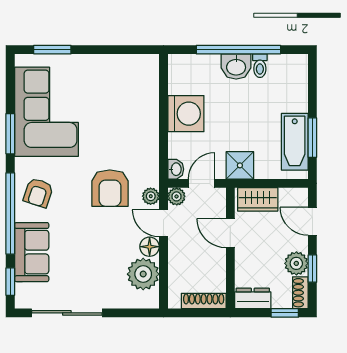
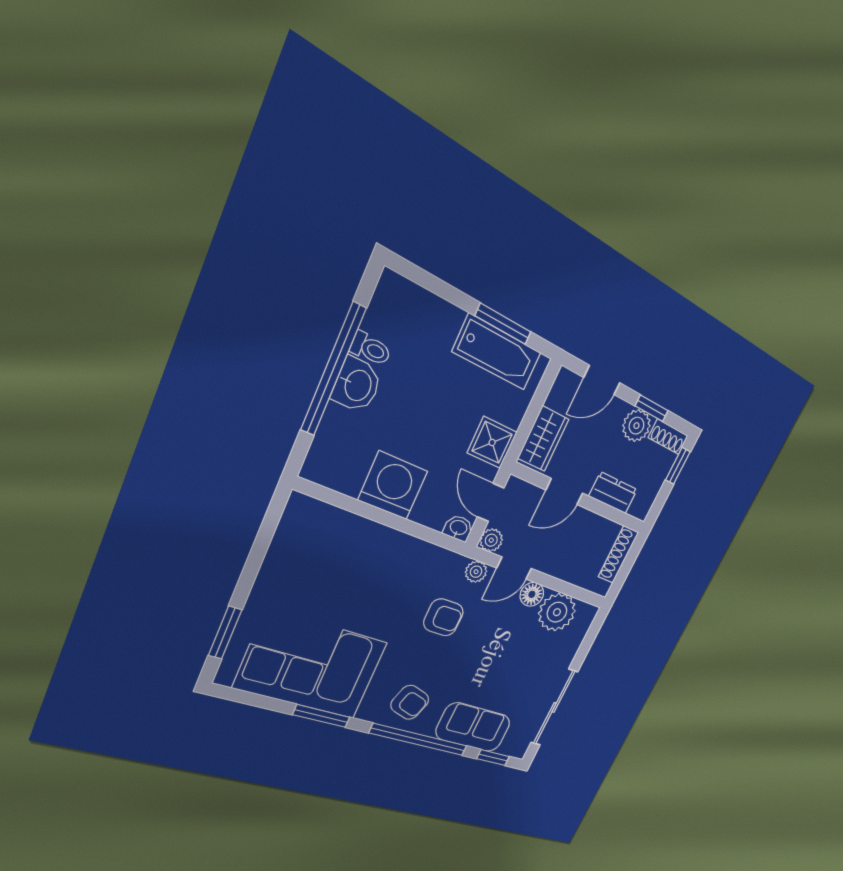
armchair: (110, 188) -> (443, 617), width x0.72, depth x0.72
dresser: (253, 298) -> (613, 493), moved, turned 90

